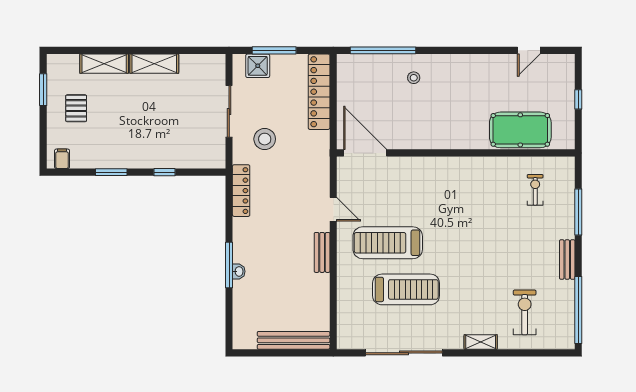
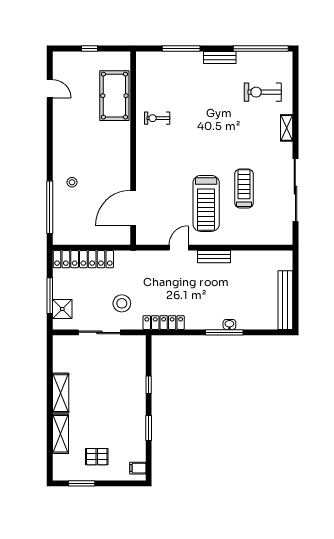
door: (365, 153) -> (133, 208), moved
exercise bike: (535, 190) -> (157, 118), moved
treadmill: (406, 289) -> (244, 189), width x0.73, depth x0.73
bench: (294, 340) -> (285, 300), moved

